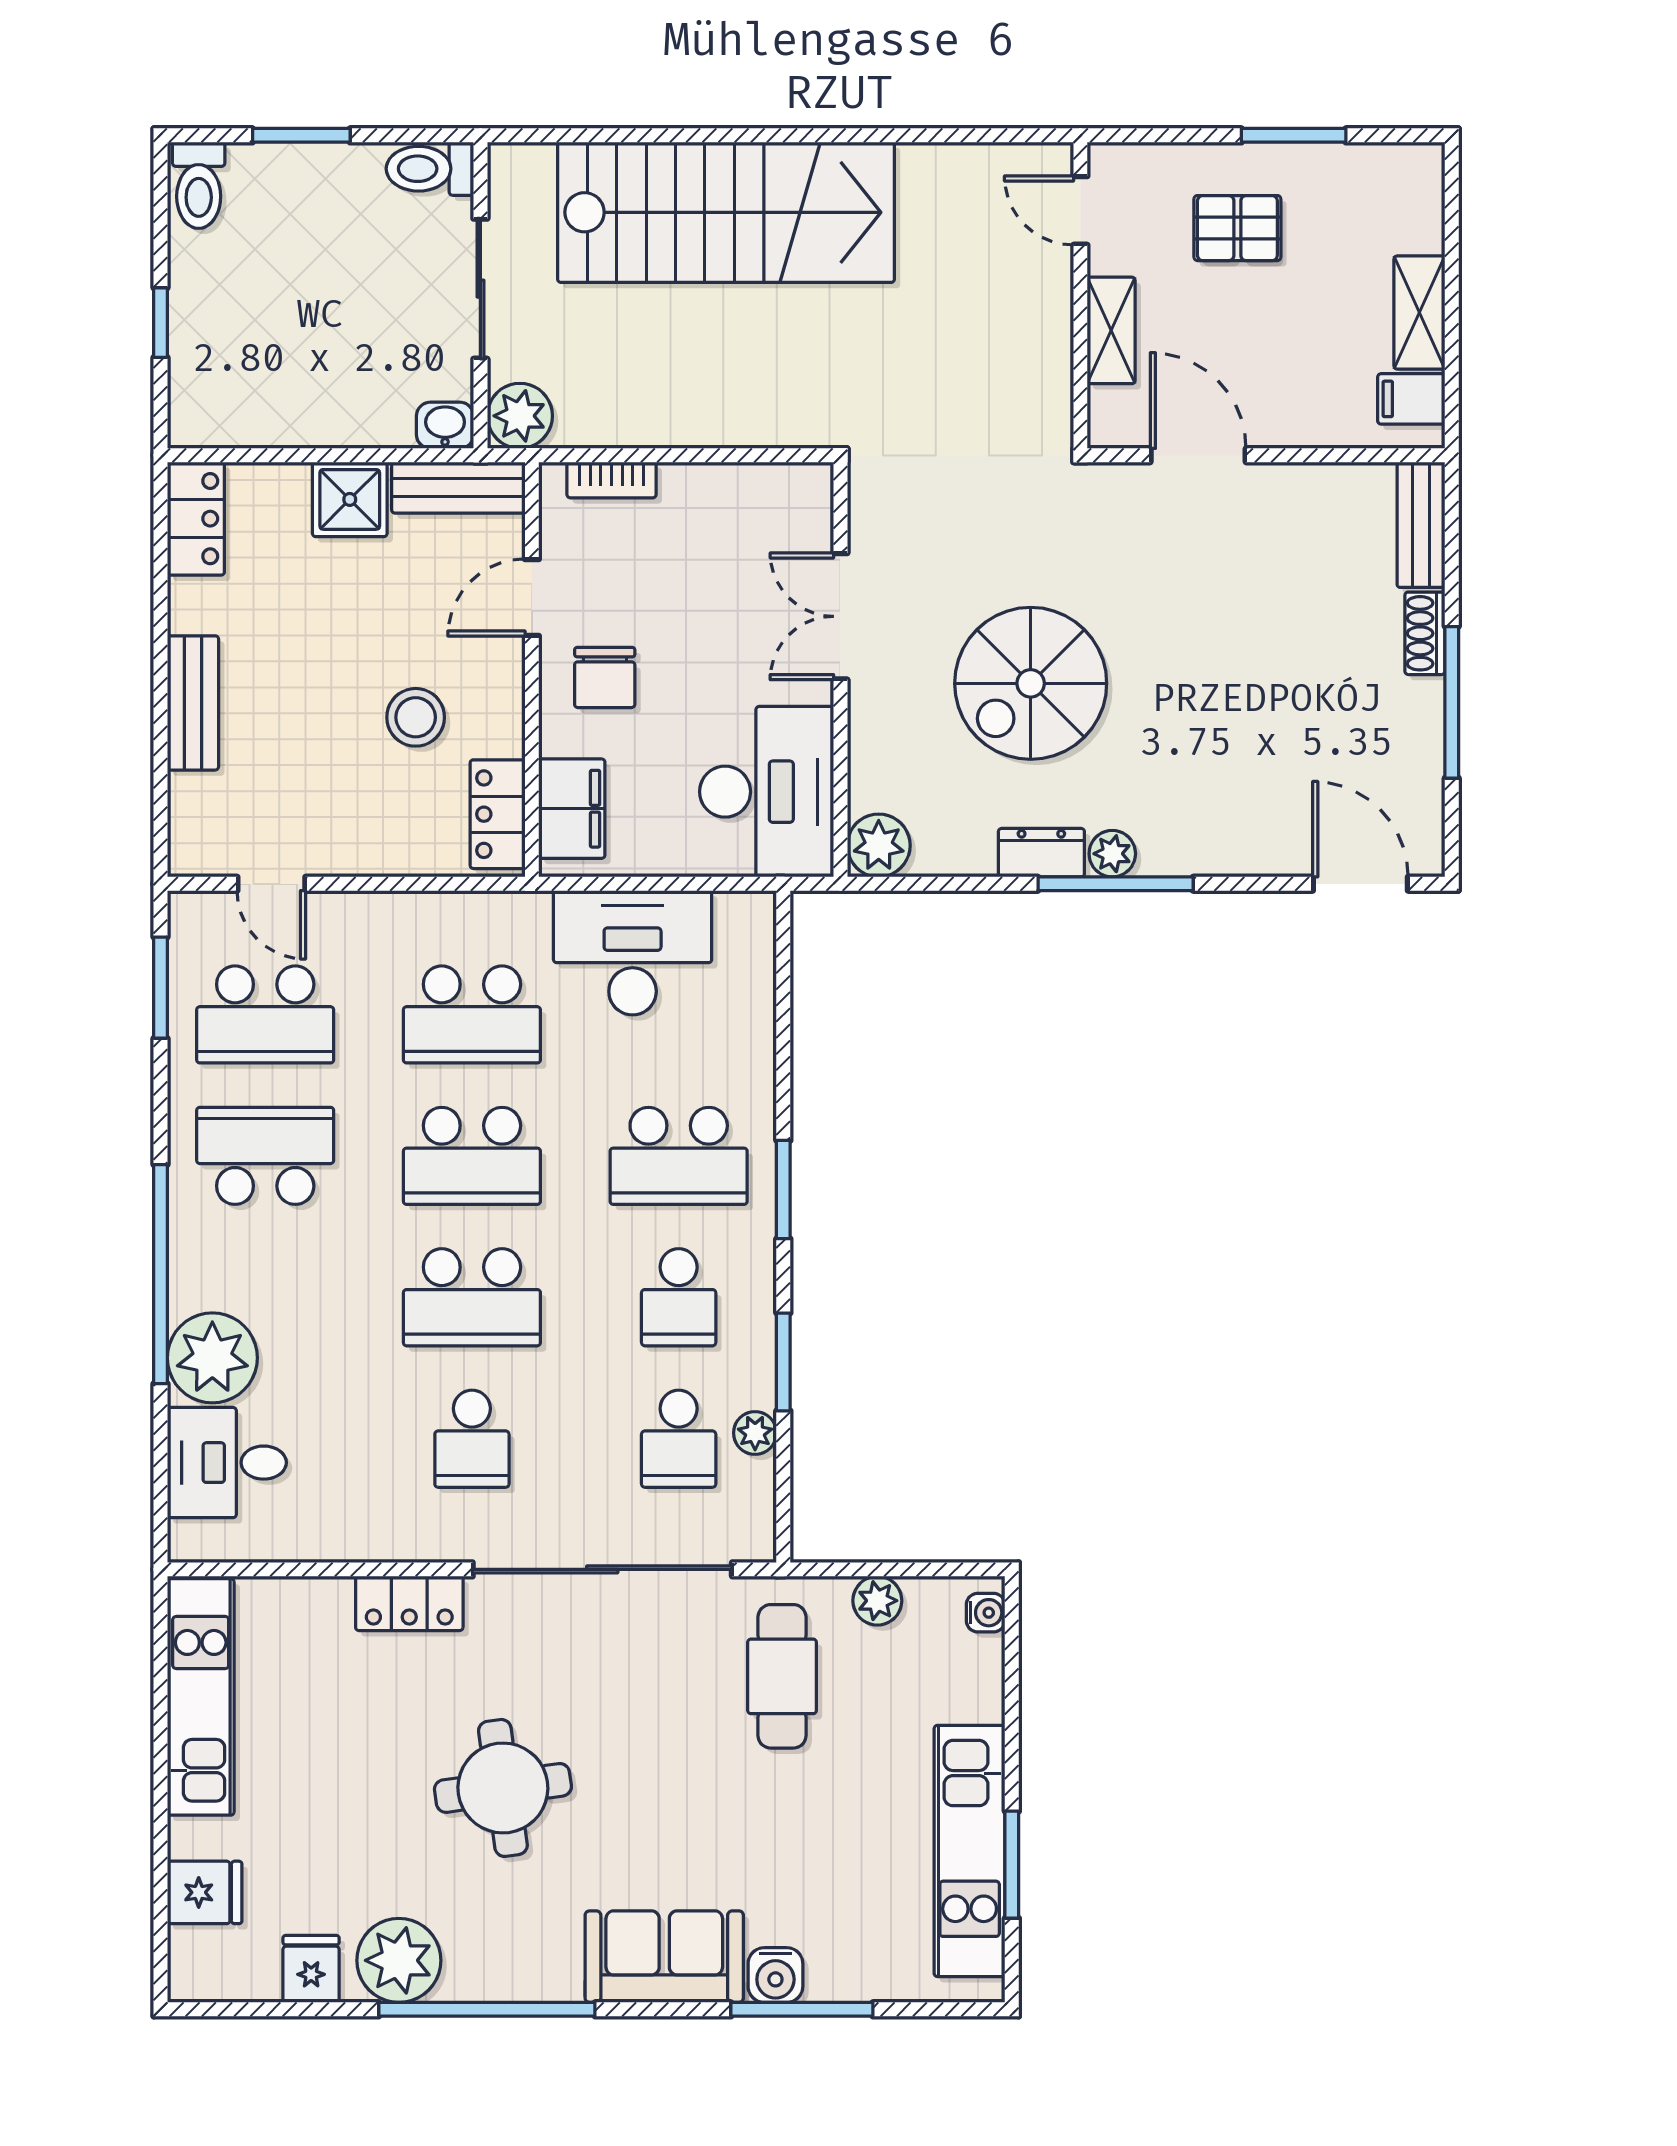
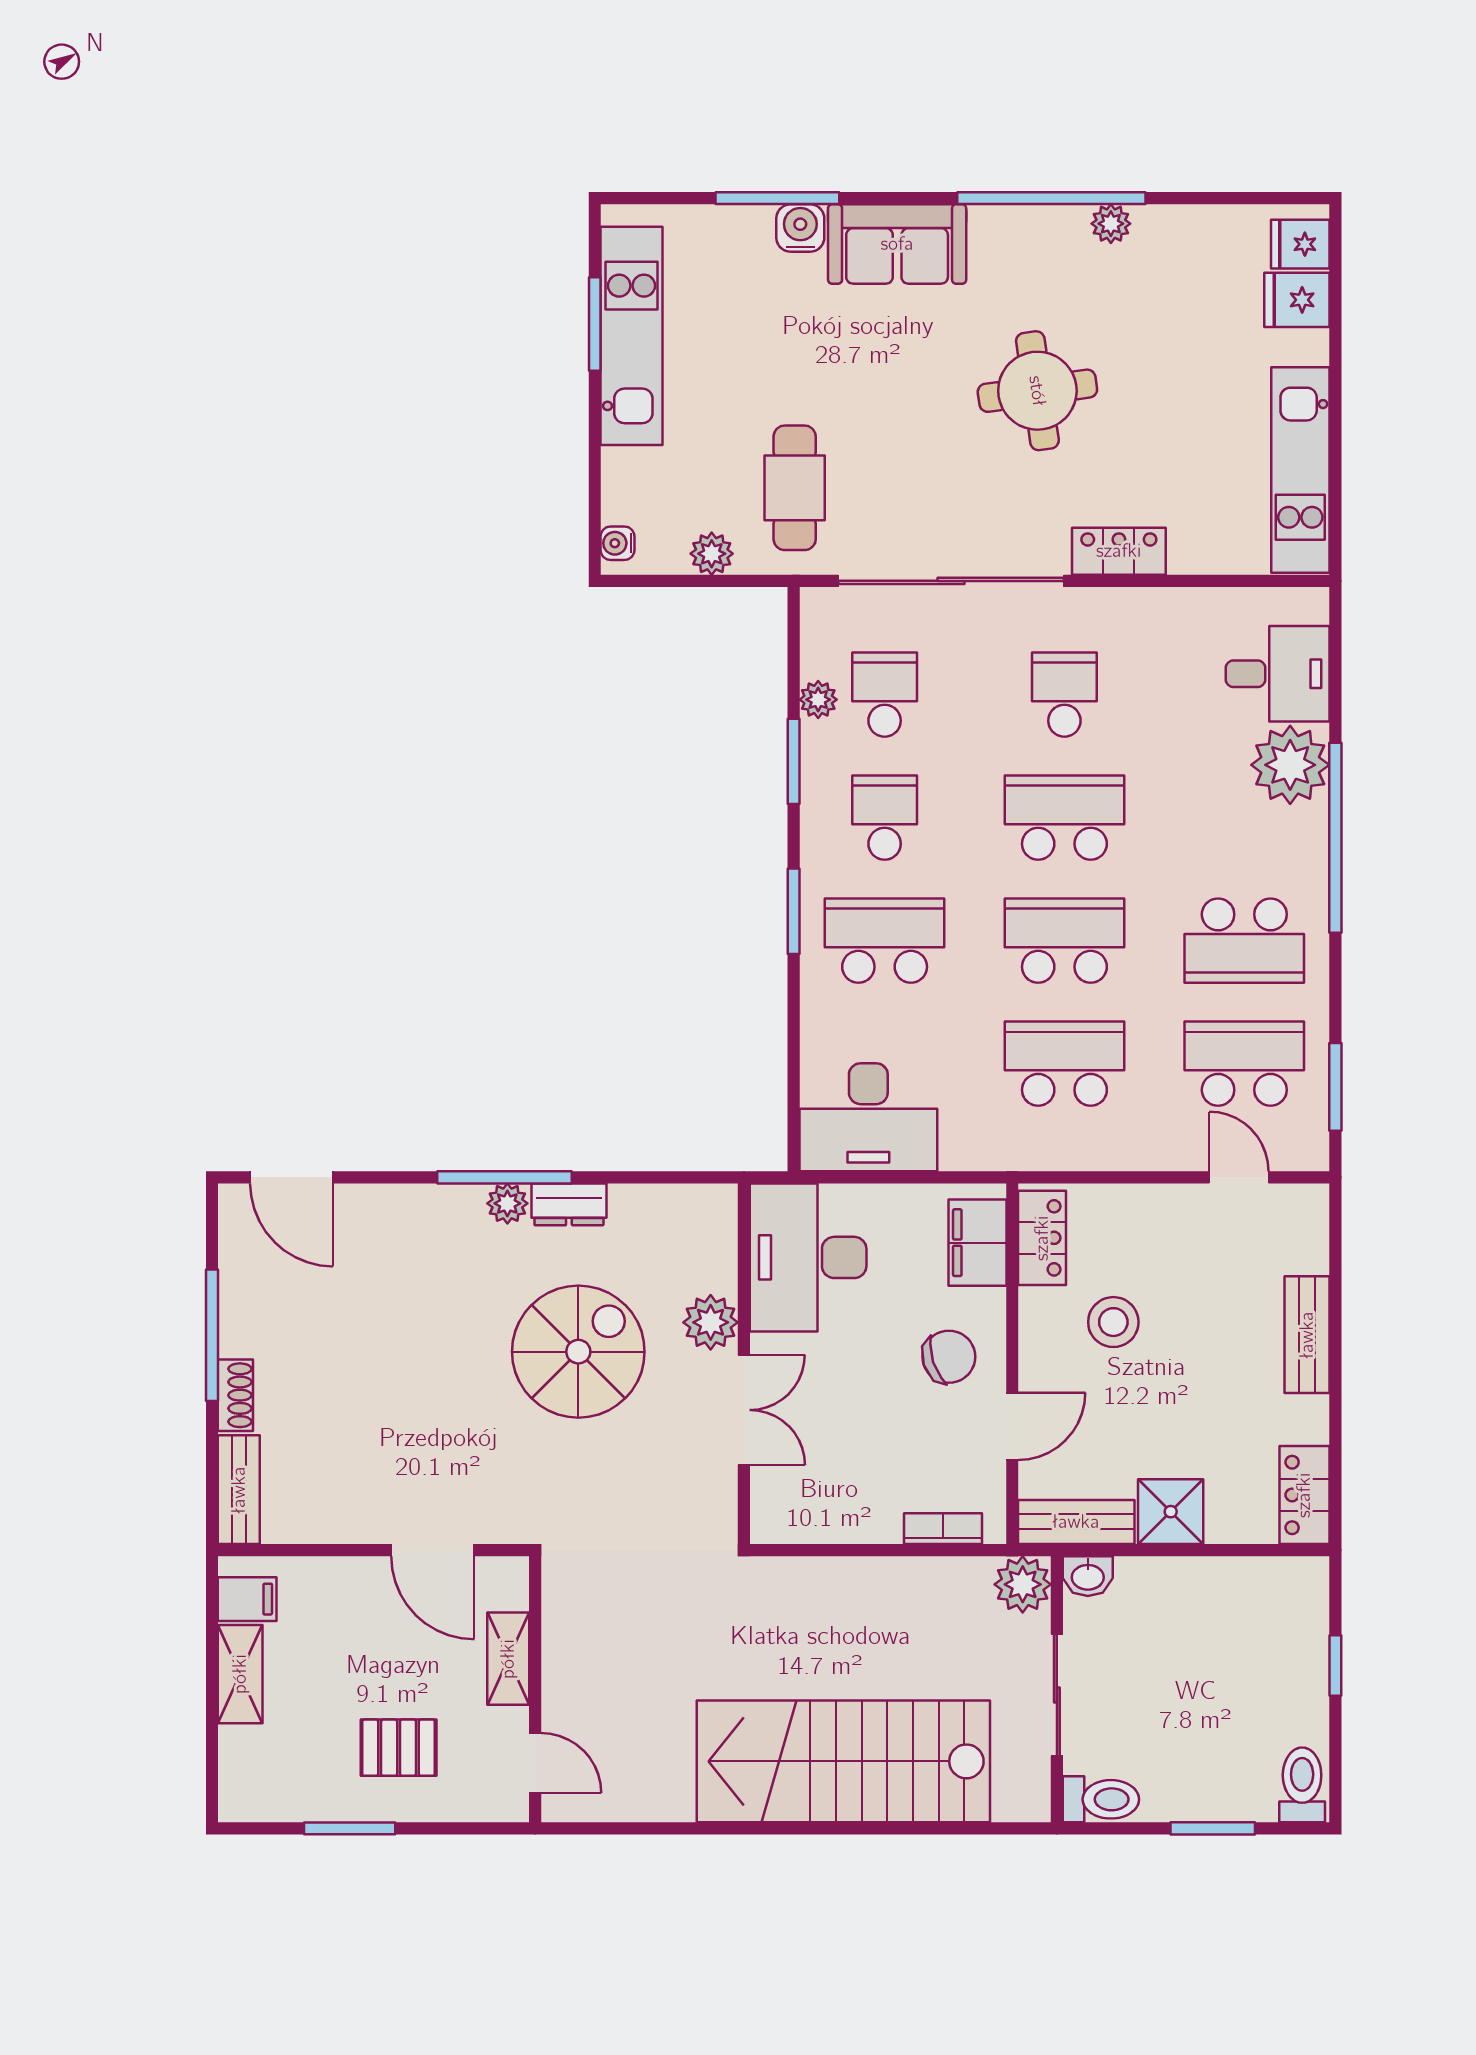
chair: (605, 677) -> (949, 1357), turned 72
plant: (879, 845) -> (711, 1322), moved
desk: (633, 953) -> (868, 1117), moved
plant: (399, 1960) -> (1111, 224), width x0.53, depth x0.53
fridge: (311, 1969) -> (1300, 244), moved, turned 90

